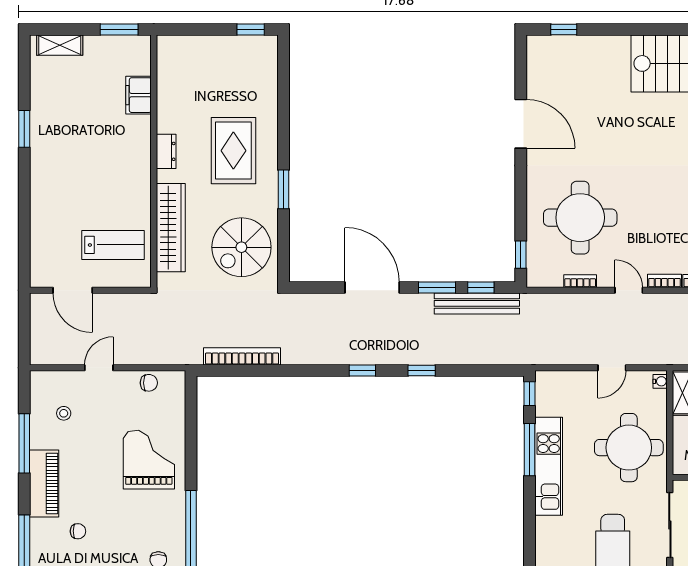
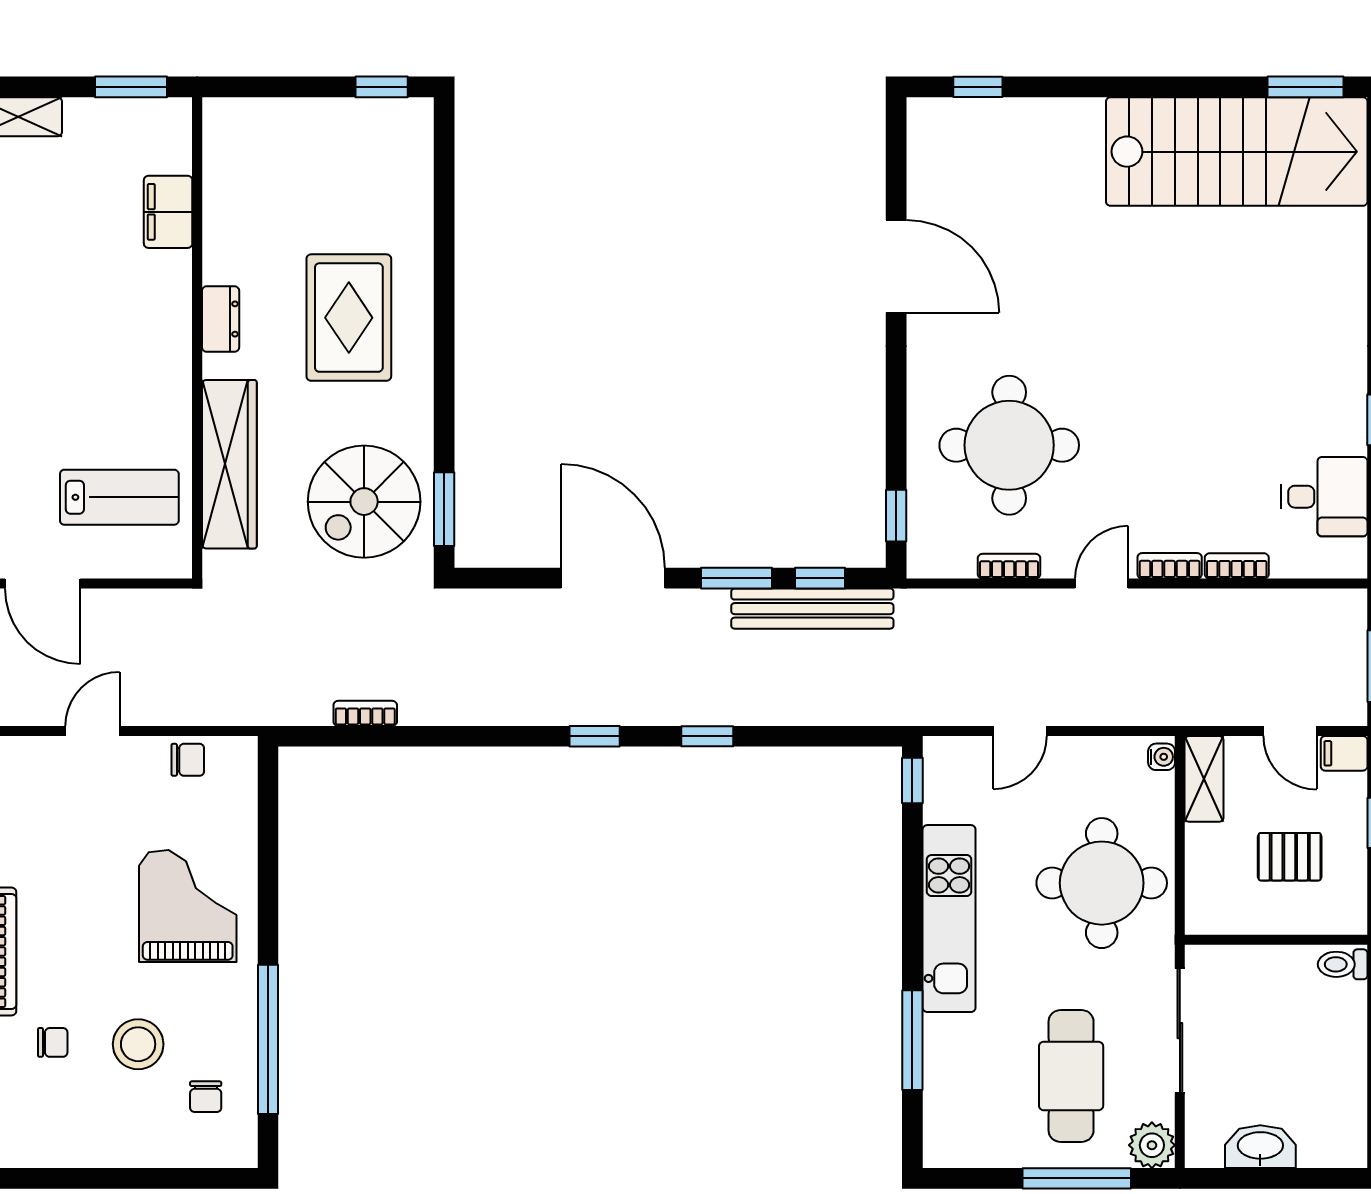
window: (283, 189) -> (444, 509), moved
door: (629, 290) -> (1102, 584), hinge flipped
bookcase: (242, 356) -> (365, 713), width x0.43, depth x0.76
door: (612, 368) -> (1020, 731), moved
stool: (64, 413) -> (138, 1044), moved, width x1.89, depth x1.89
window: (529, 450) -> (912, 1040), moved

